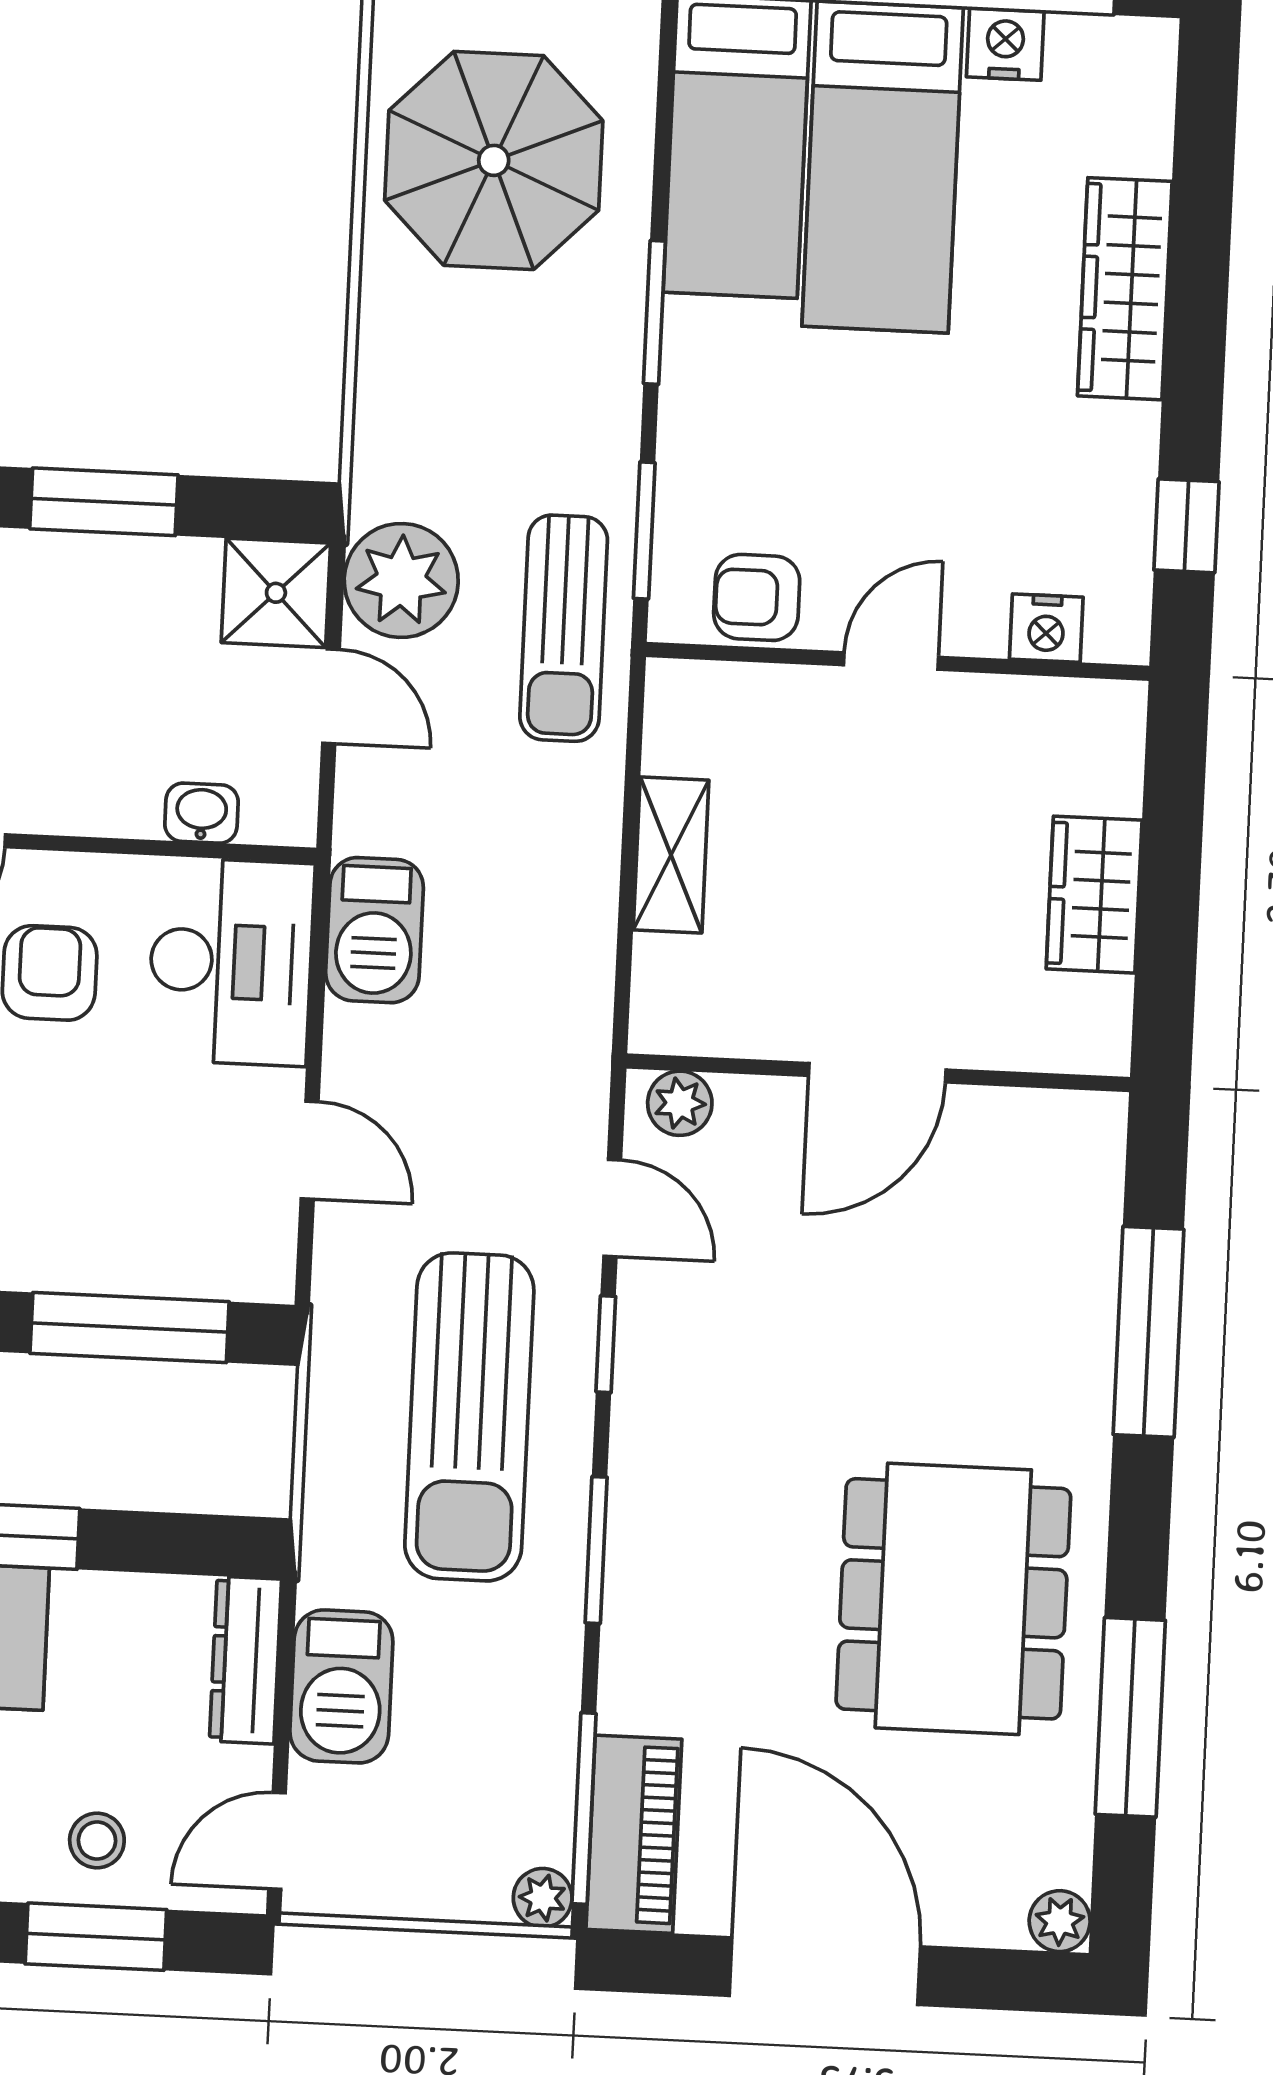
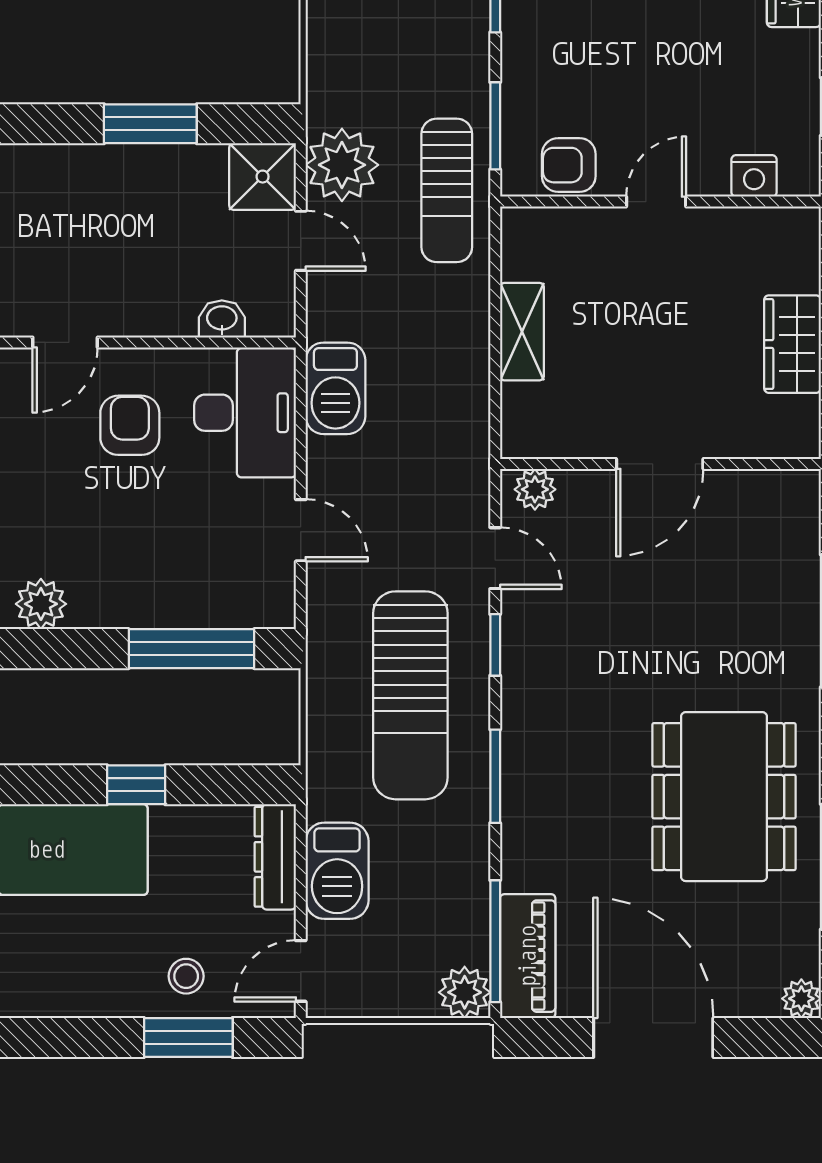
plant: (543, 1898) -> (465, 992), width x1.38, depth x1.38

